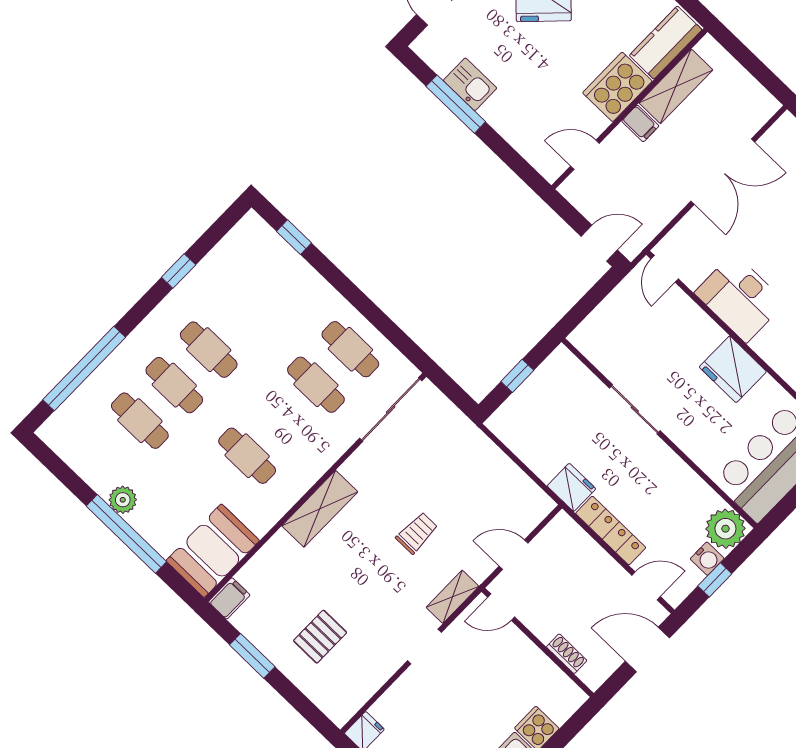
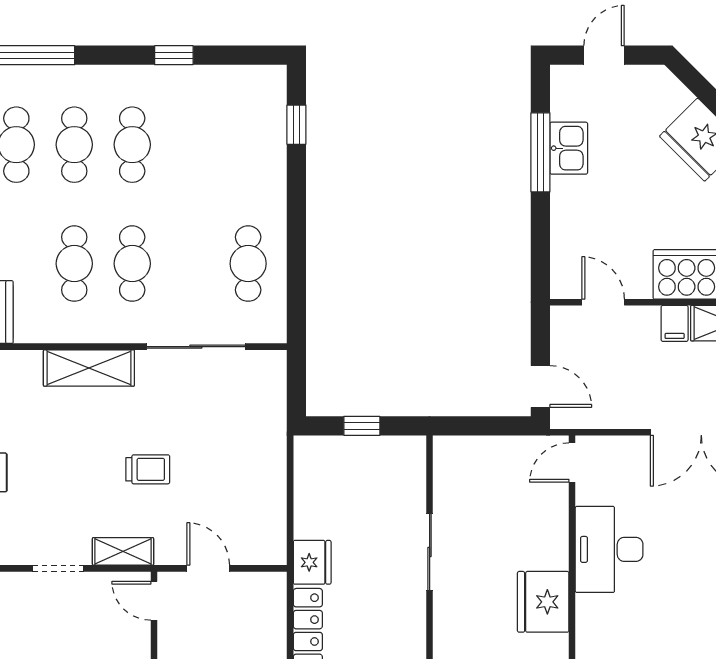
cafe table: (316, 385) -> (132, 264), moved
sliding door: (391, 409) -> (196, 347), moved

